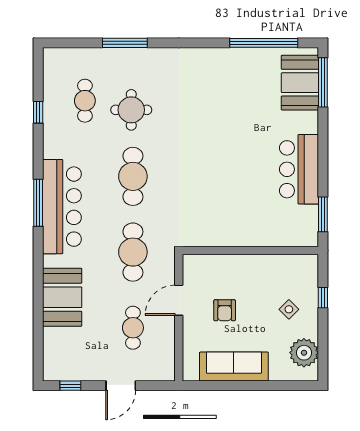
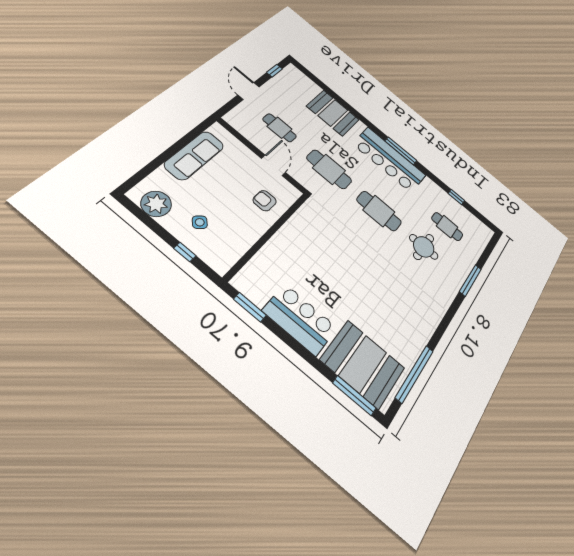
booth: (300, 83) -> (363, 364), width x1.36, depth x1.42
armchair: (225, 310) -> (265, 201), moved

